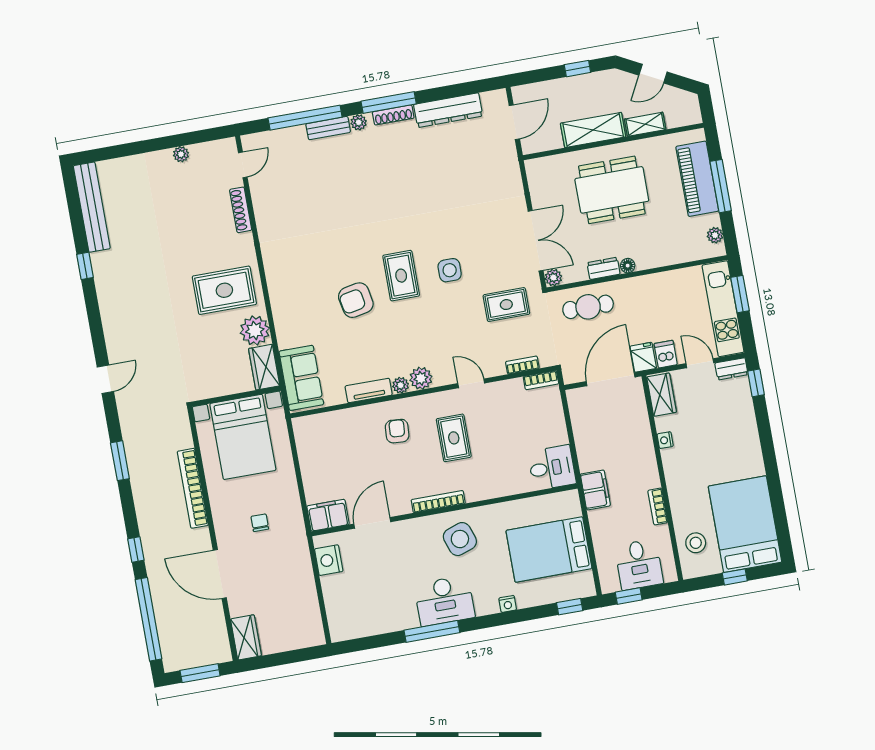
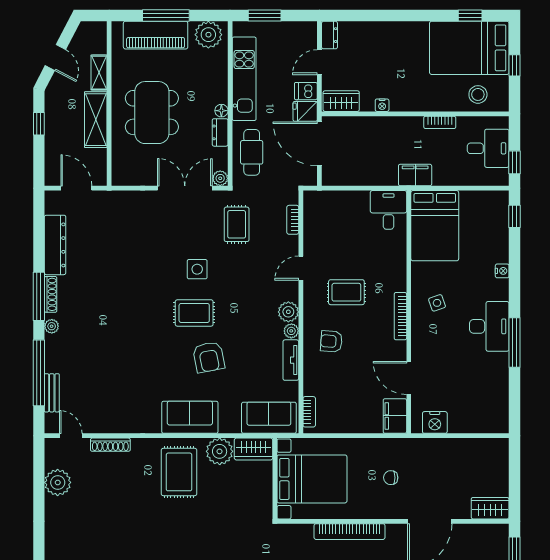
bench: (328, 128) -> (52, 393), moved
plant: (181, 154) -> (58, 482), width x1.88, depth x1.88
plant: (715, 235) -> (208, 35), width x1.88, depth x1.88
sofa: (286, 291) -> (190, 417), added
kitchen unit: (723, 309) -> (244, 79), moved, turned -90
bookcase: (541, 380) -> (309, 412), moved
window: (756, 383) -> (470, 16), moved
side table: (460, 539) -> (437, 303), width x0.54, depth x0.54
bed: (549, 550) -> (435, 226), moved

